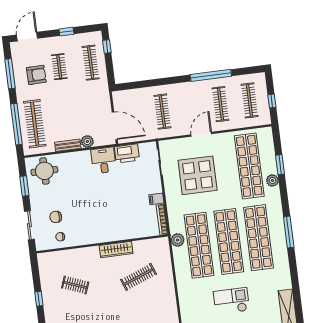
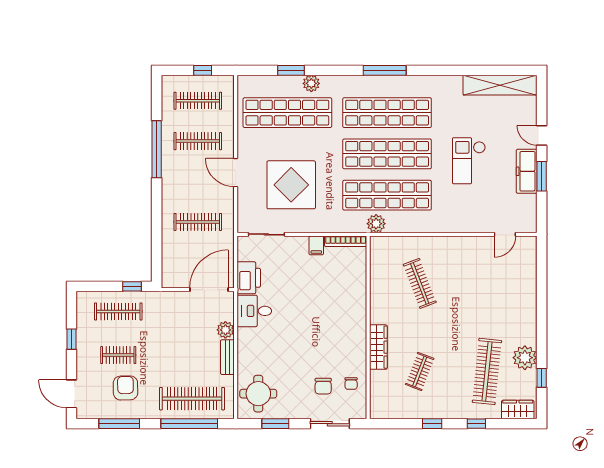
window: (107, 47) -> (132, 286), moved
wardrobe: (116, 250) -> (378, 347), moved

